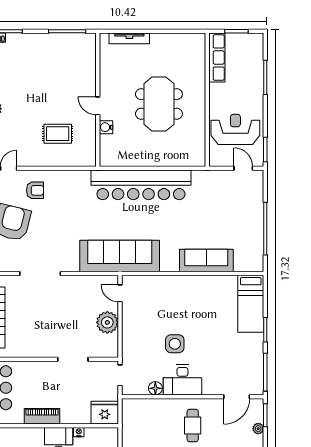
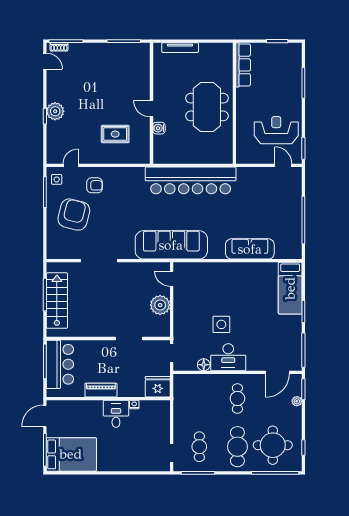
row of seats: (217, 57) -> (243, 65), moved
wall: (207, 100) -> (234, 103), moved

